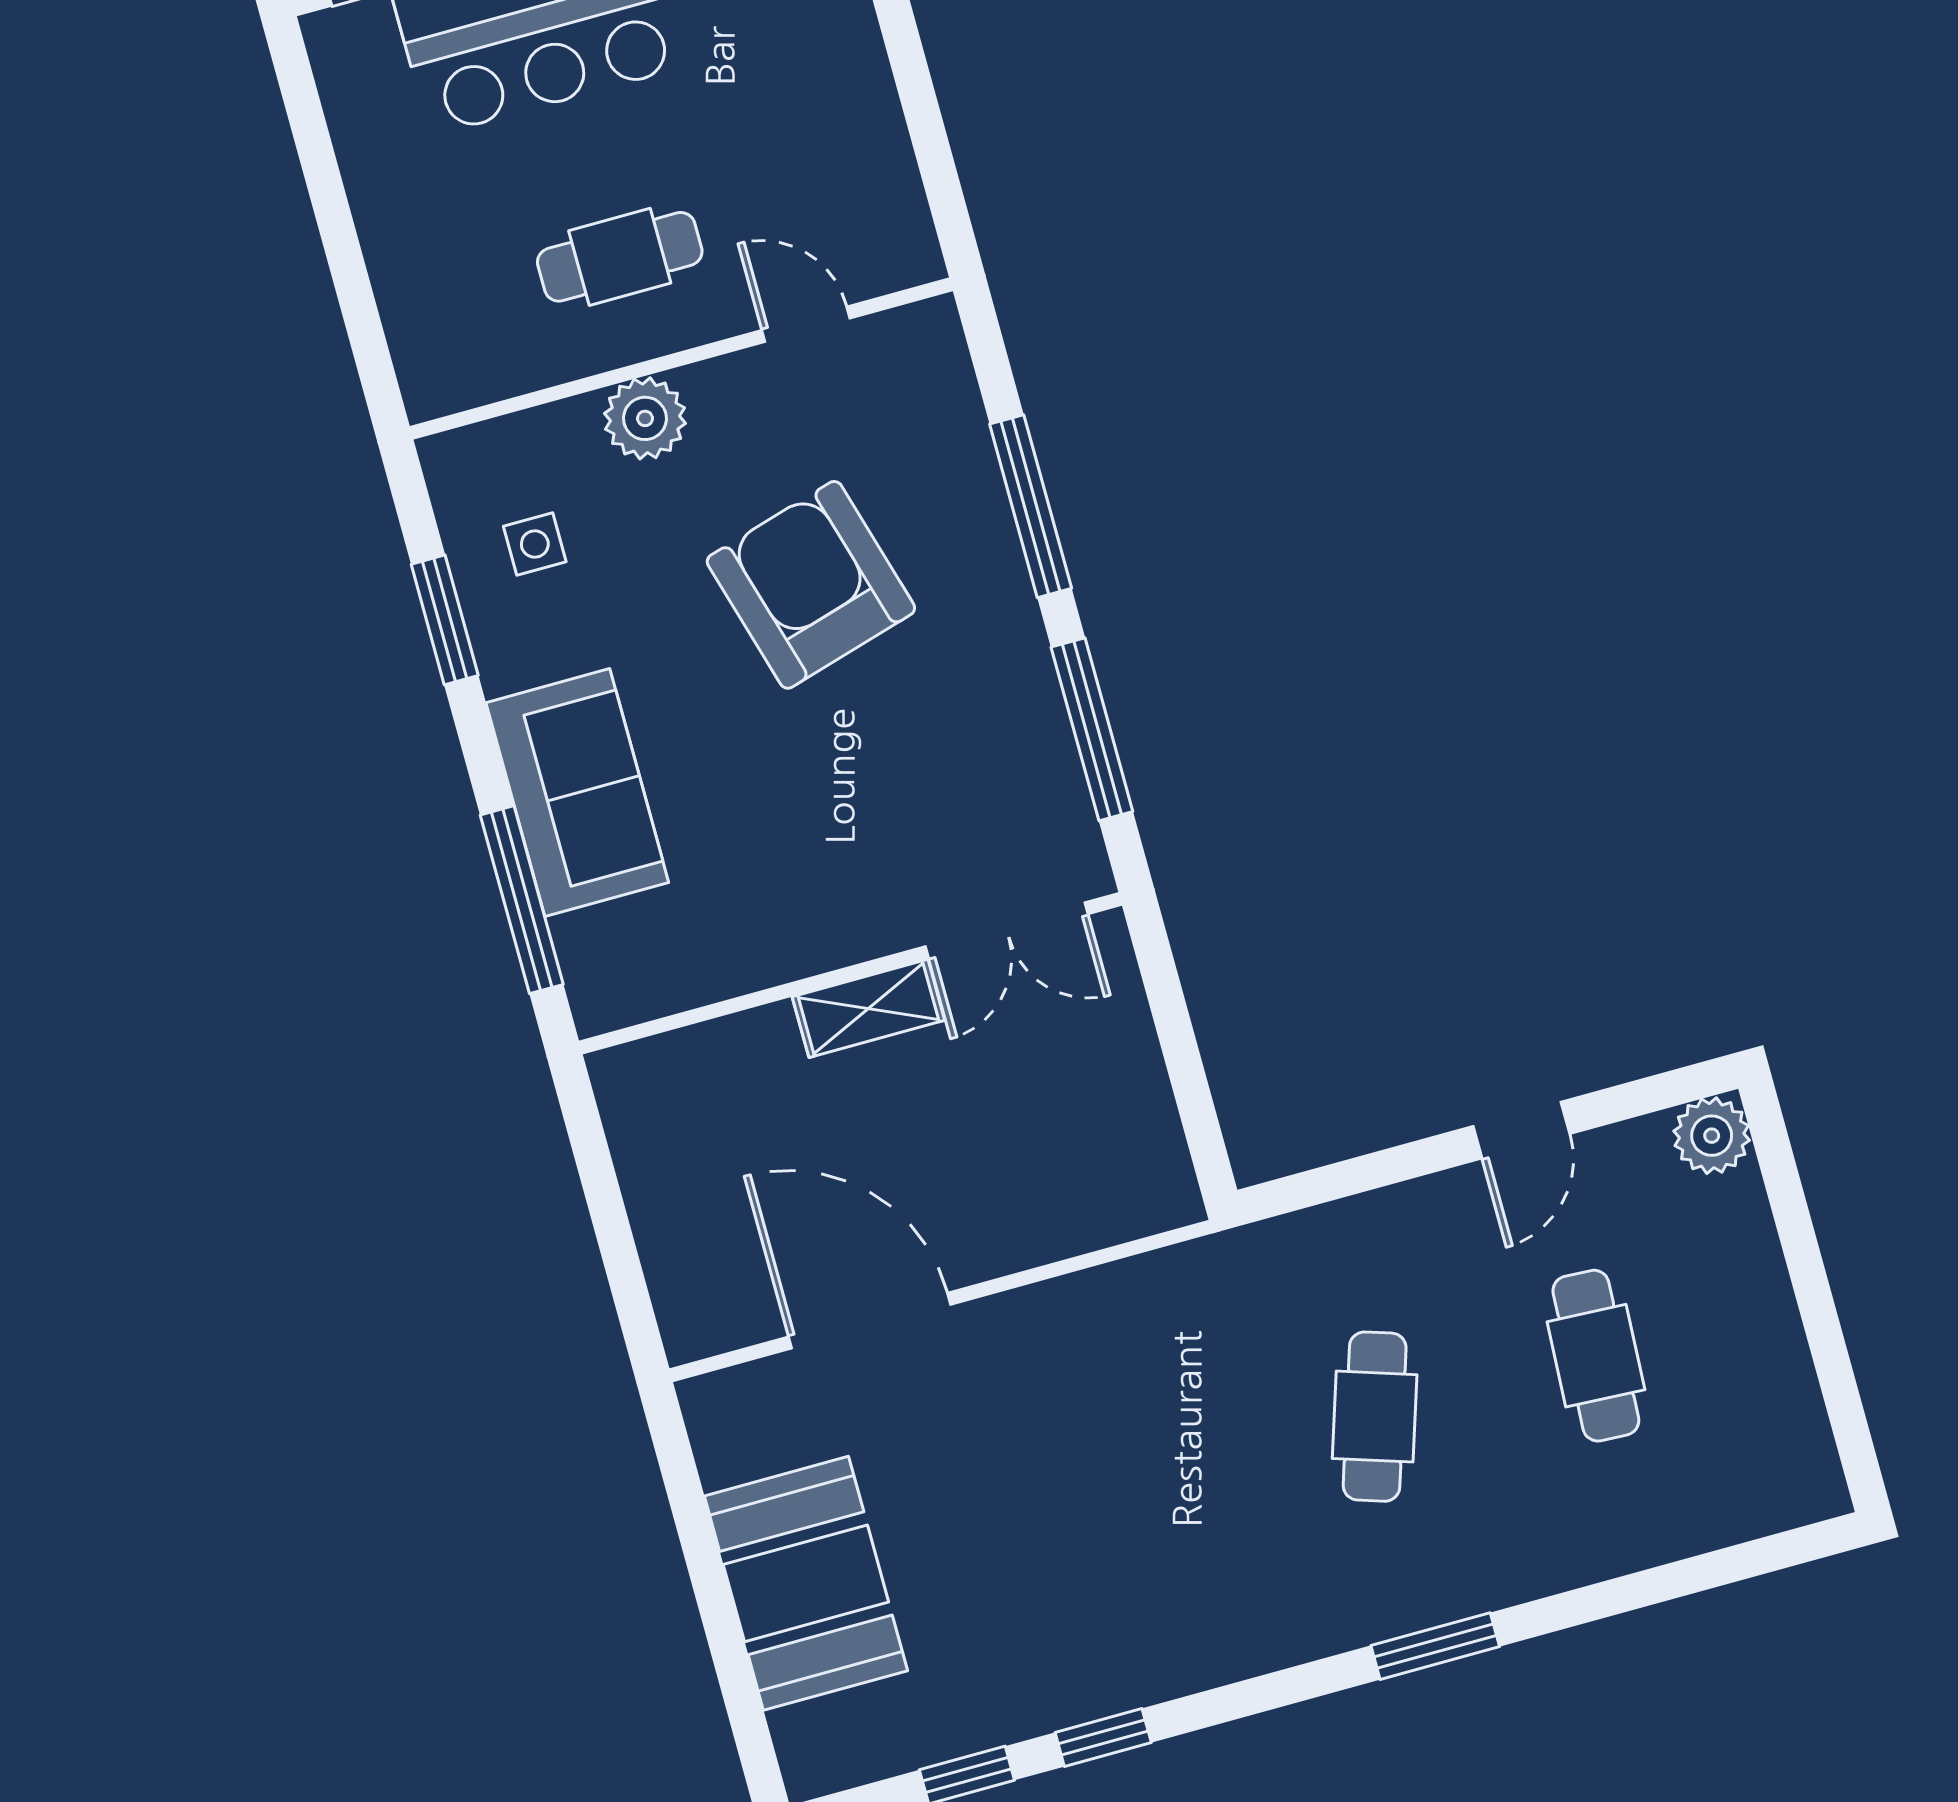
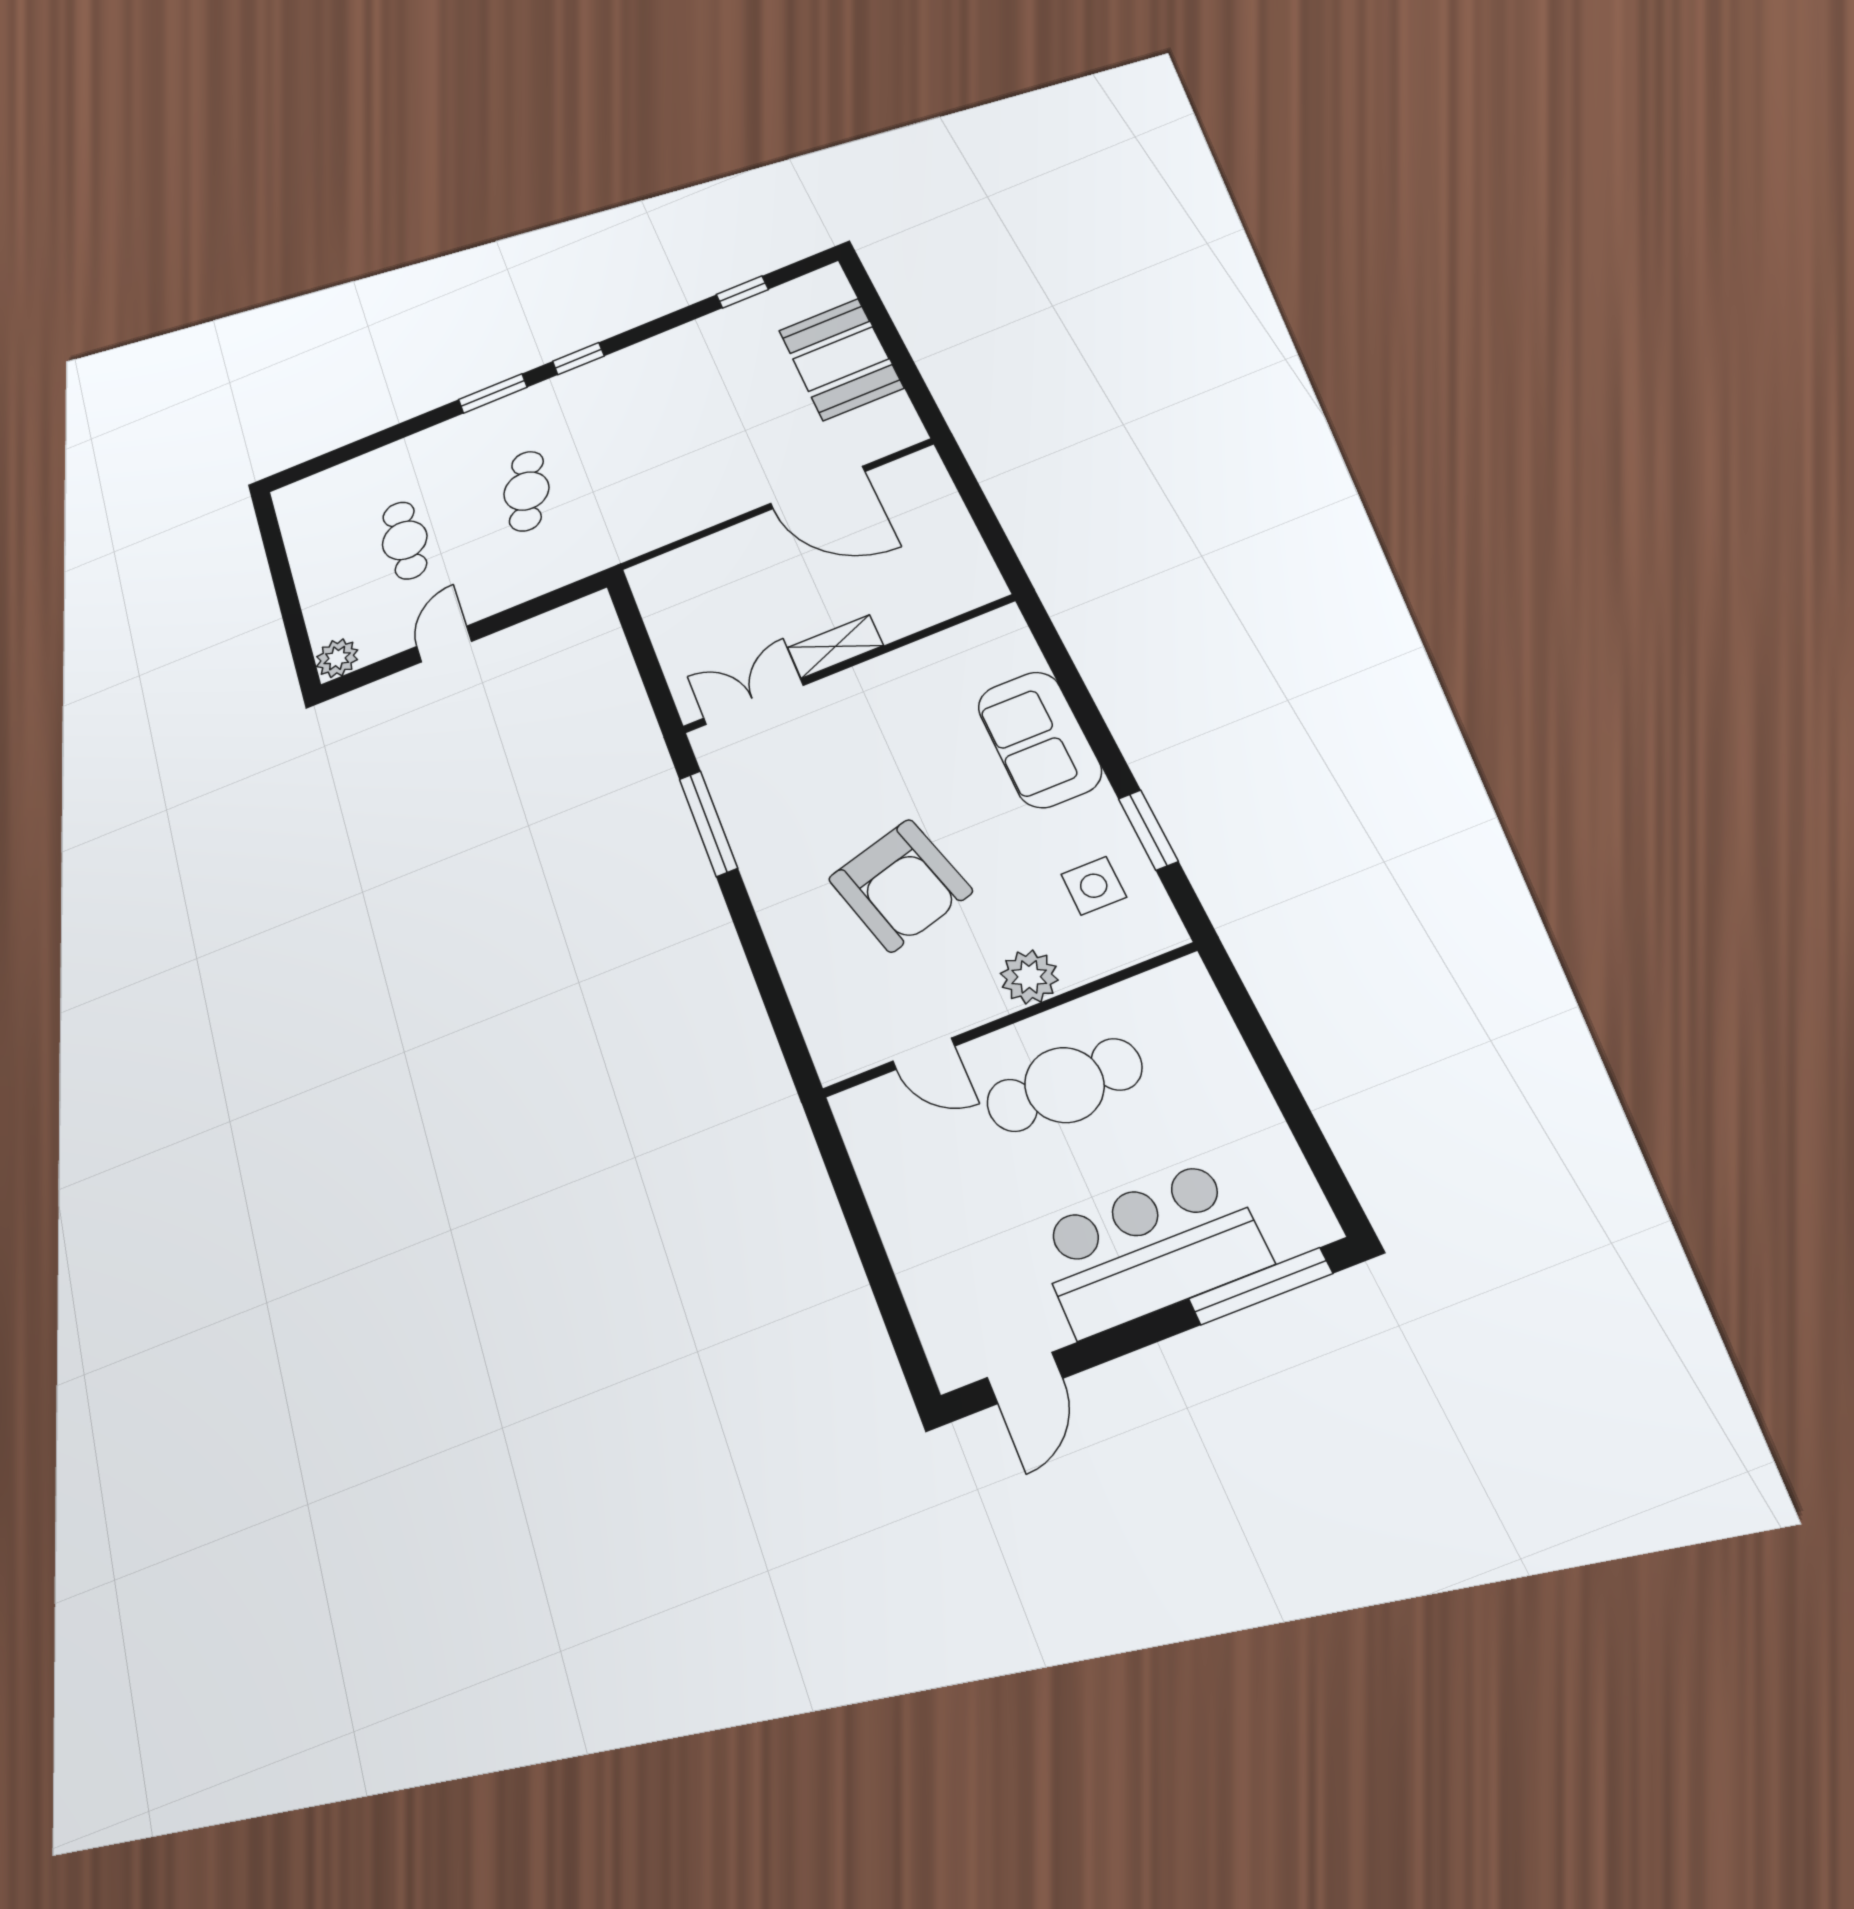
cafe table: (620, 257) -> (1064, 1085), width x1.37, depth x1.35
window: (1031, 506) -> (758, 953), removed
side table: (535, 544) -> (1094, 886), width x1.37, depth x1.37
window: (522, 900) -> (1065, 673), removed
window: (1103, 1737) -> (578, 359), moved

